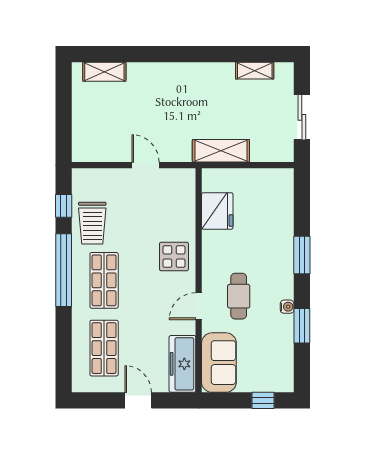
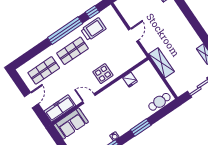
fridge: (217, 211) -> (130, 80), width x0.53, depth x0.75
trolley: (92, 223) -> (93, 29), turned 180
cafe table: (239, 296) -> (159, 102), moved

